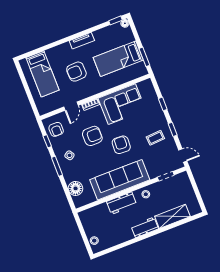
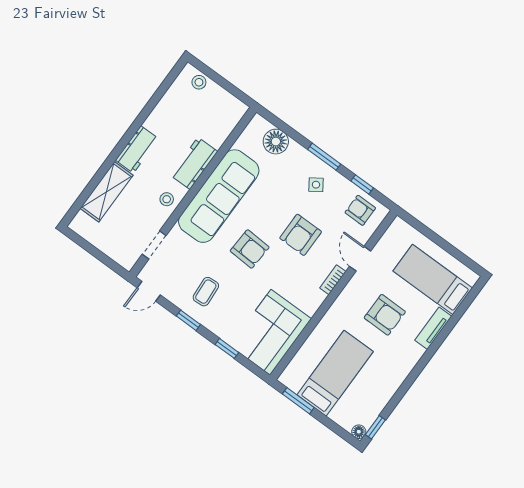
tv unit: (82, 41) -> (433, 328), moved
armchair: (76, 72) -> (385, 315), turned 92
corner sofa: (122, 104) -> (271, 332), moved

